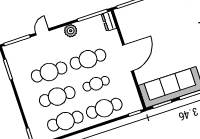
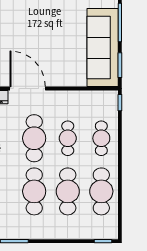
door: (128, 58) -> (28, 89), moved
cafe table: (104, 108) -> (101, 138), width x0.73, depth x0.74

